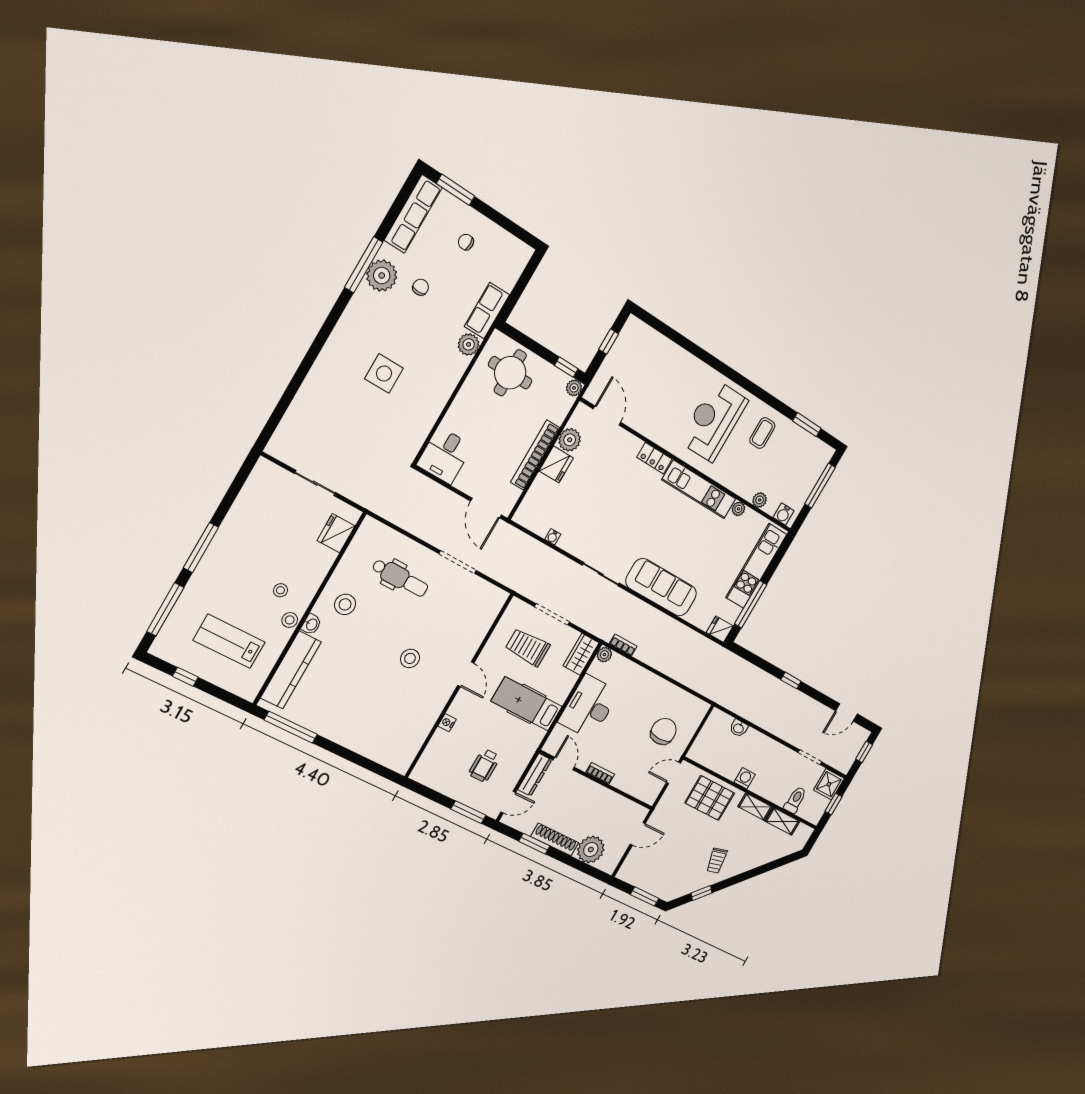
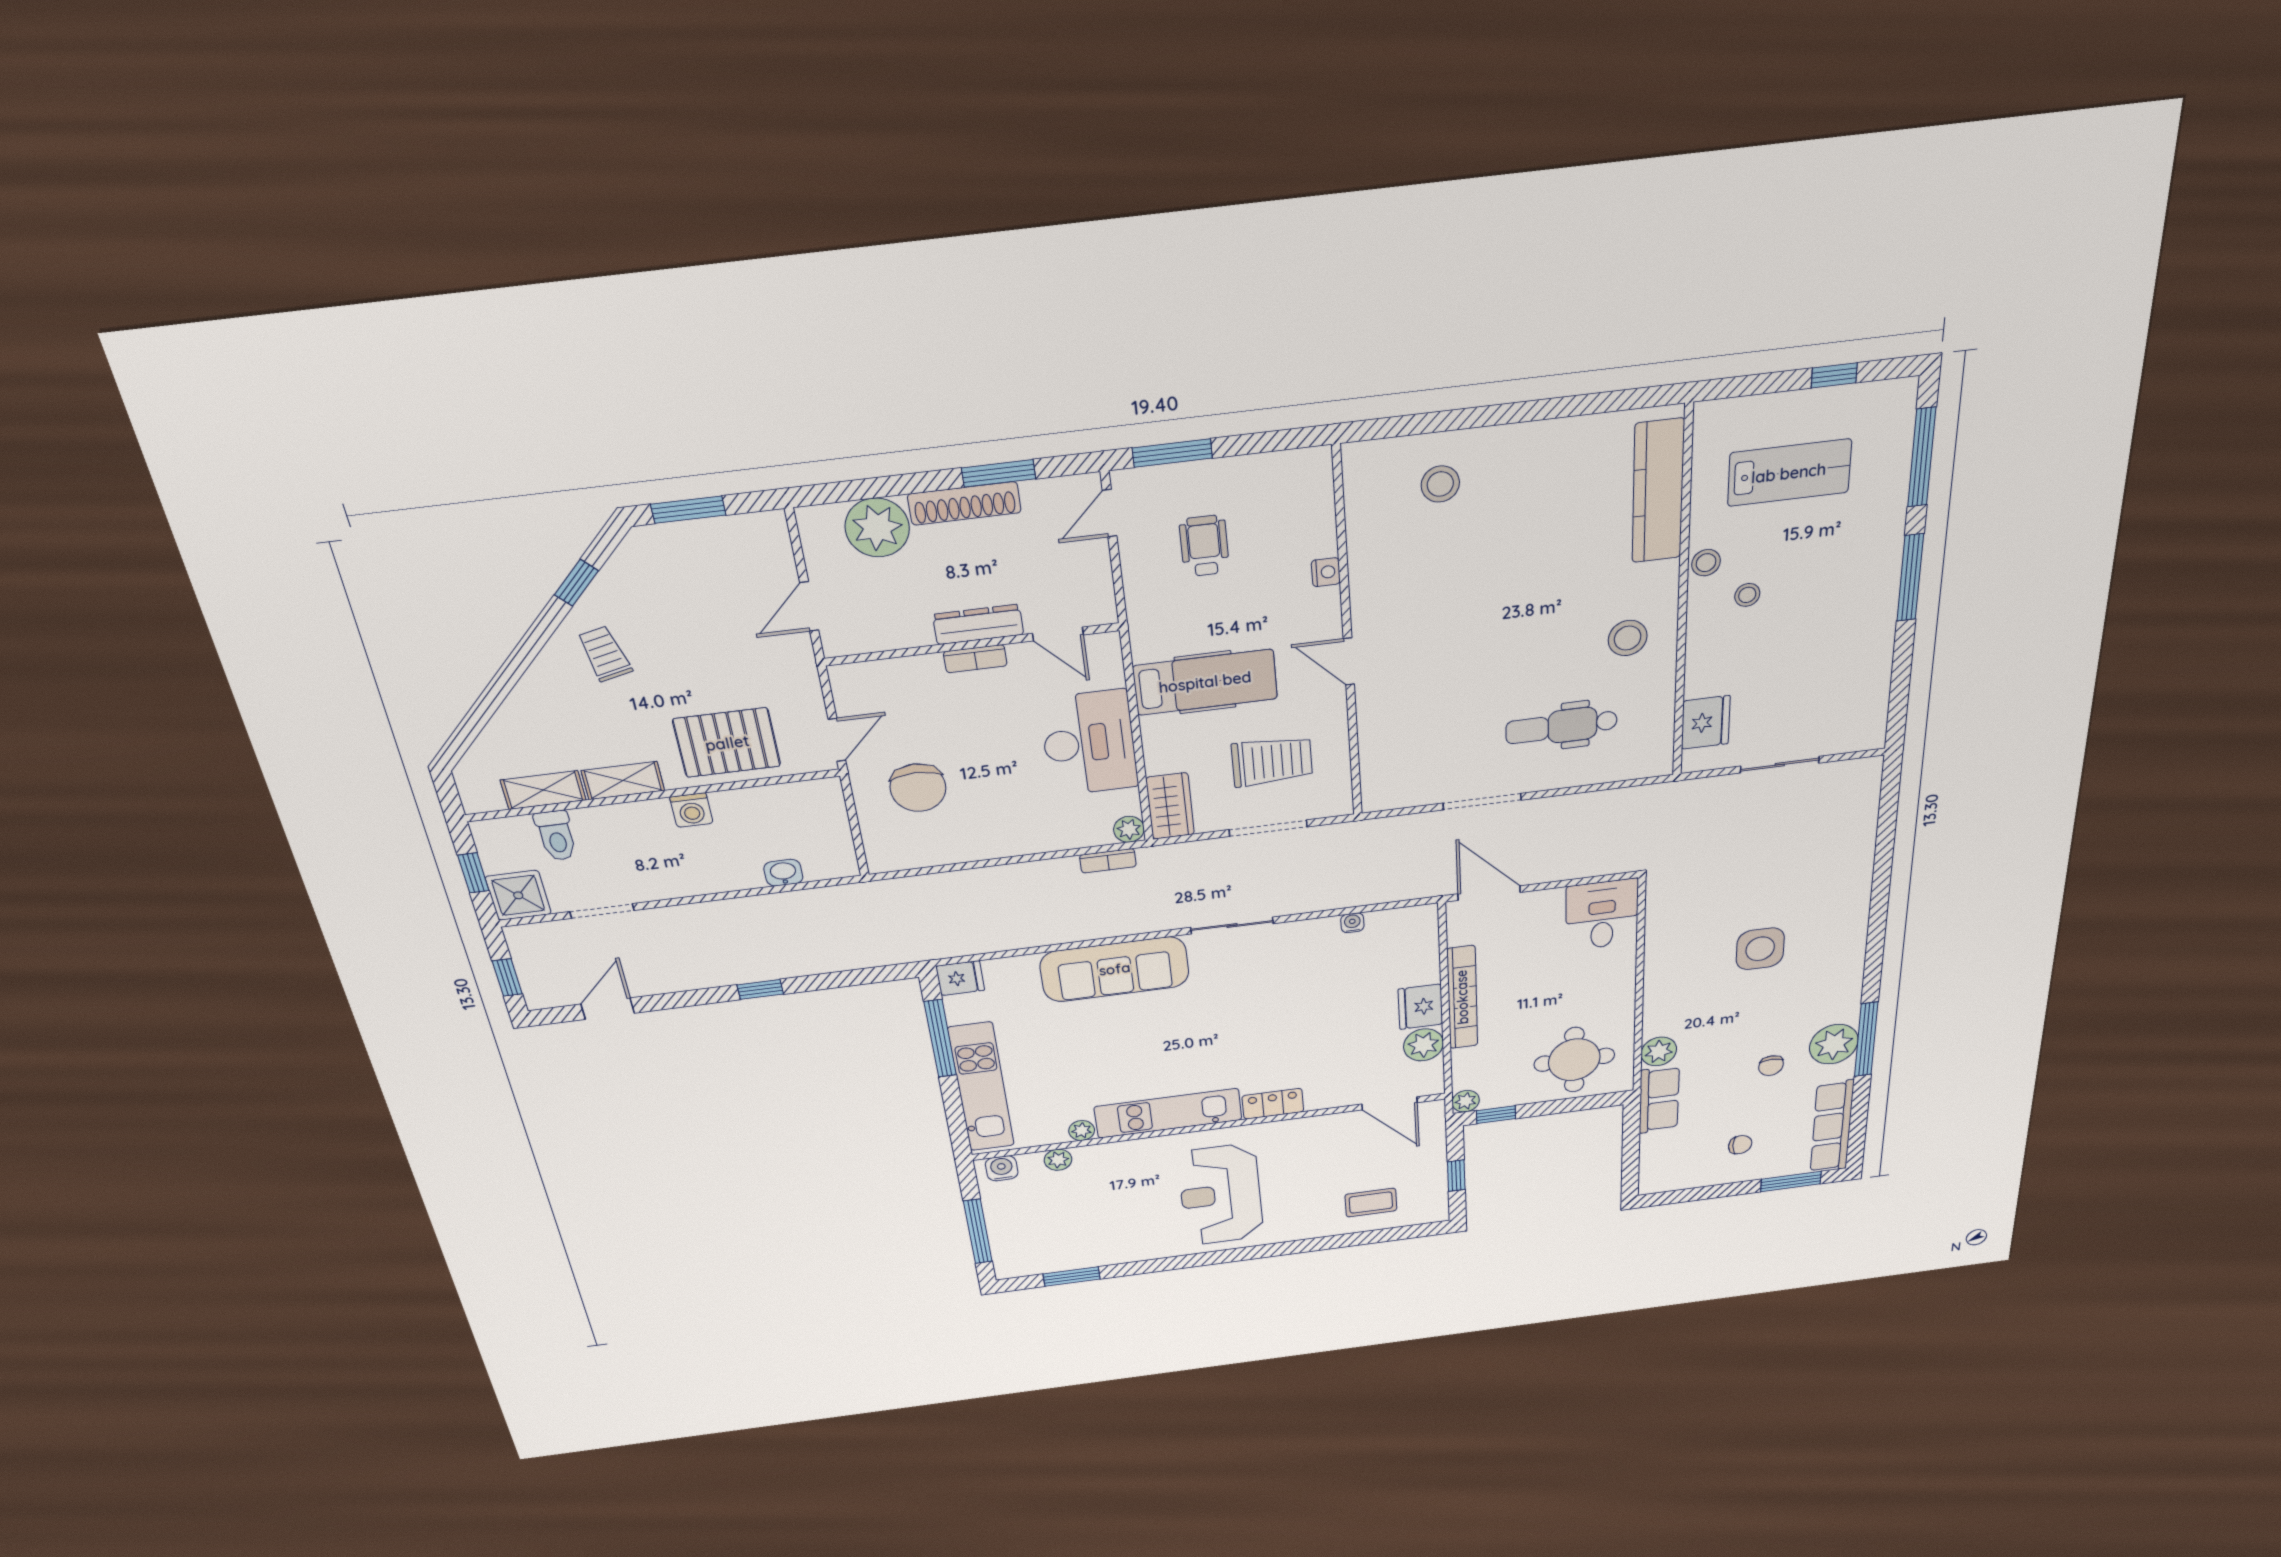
reception desk: (713, 421) -> (1221, 1195), turned 180
coffee table: (762, 433) -> (1371, 1203), moved, turned 90
washbasin: (311, 624) -> (1666, 578), removed
stool: (410, 658) -> (1440, 484), moved
window: (291, 727) -> (1602, 403), removed
dresser: (535, 775) -> (978, 624), moved, turned 90

